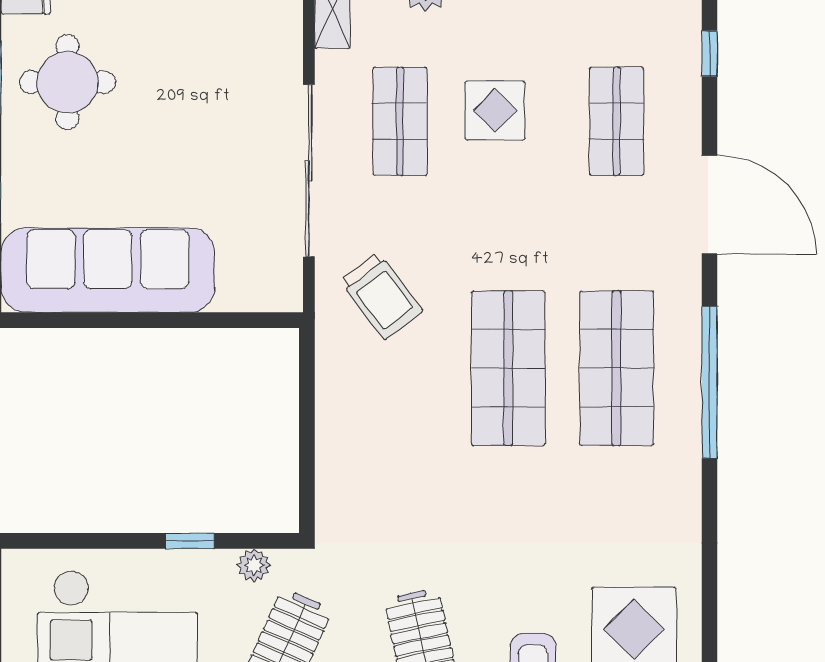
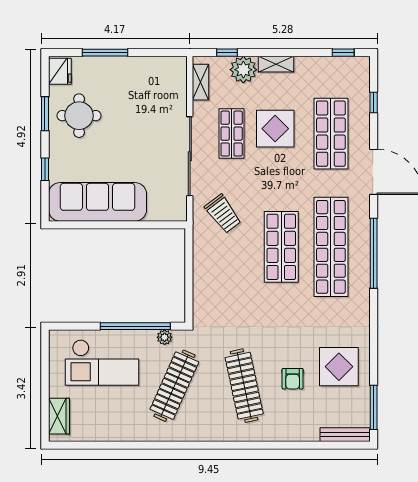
display table: (495, 110) -> (275, 129), width x1.36, depth x1.36
shop shelf: (616, 121) -> (331, 134), width x1.43, depth x1.36
shop shelf: (616, 368) -> (331, 247), width x1.40
window: (190, 541) -> (135, 326), width x3.17

